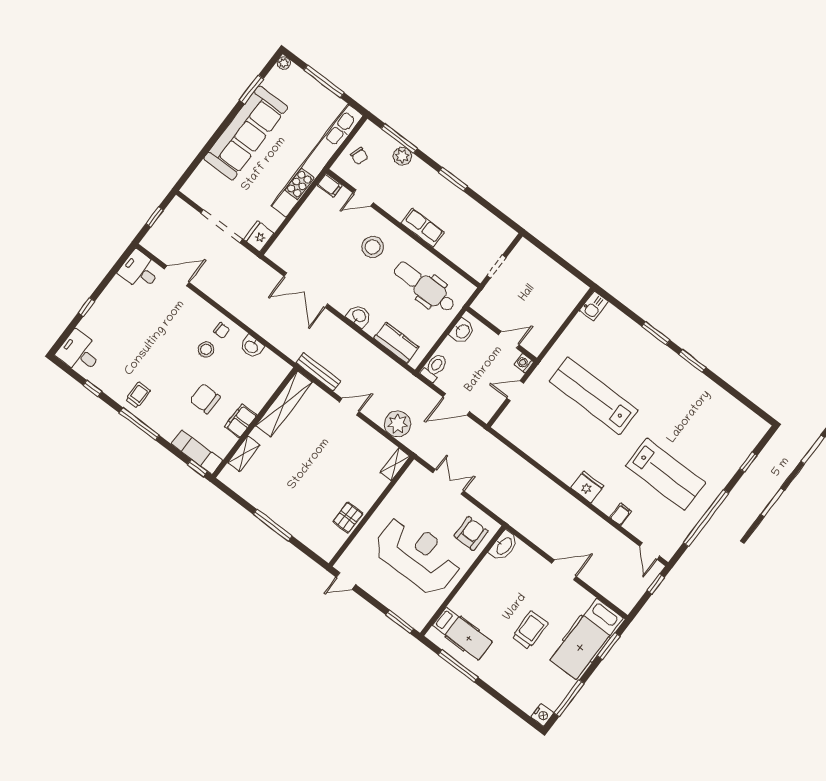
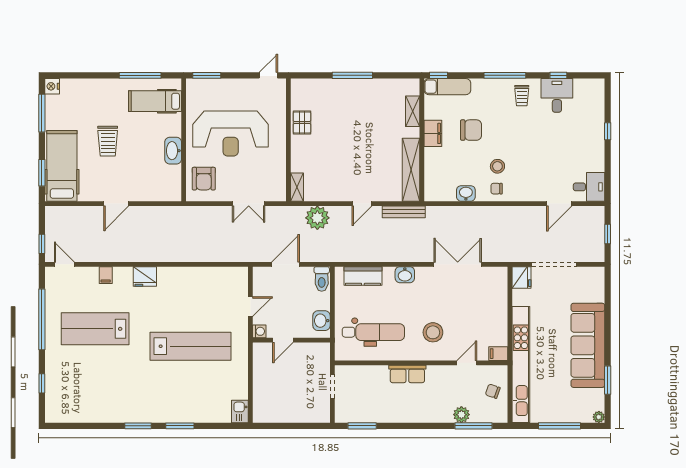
window: (453, 179) -> (362, 426), moved
desk: (79, 353) -> (557, 95), moved, turned -90
washbasin: (504, 546) -> (173, 151), moved

